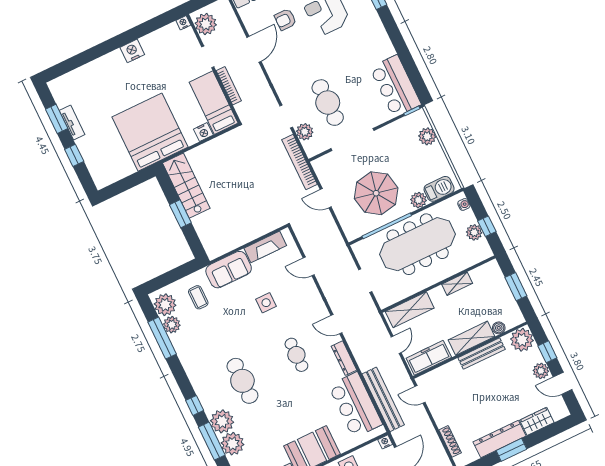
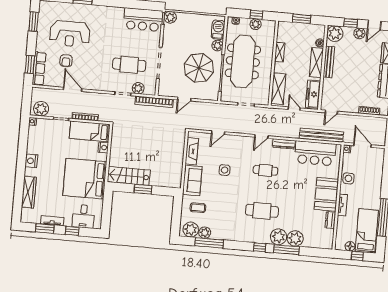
wardrobe: (91, 71) -> (29, 192), added
plant: (427, 136) -> (170, 17), moved
desk: (101, 159) -> (83, 216), added

